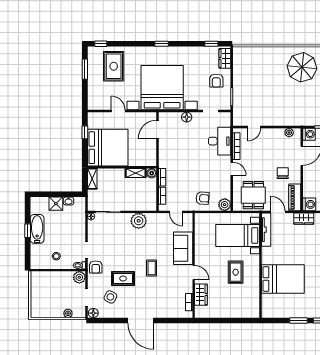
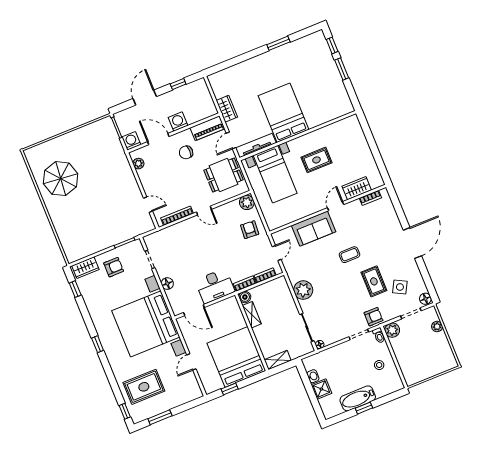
desk: (220, 141) -> (215, 286), moved, turned 180
door: (232, 169) -> (204, 211), swing flipped
washing machine: (309, 204) -> (178, 122), moved
bed: (283, 279) -> (284, 113), moved

